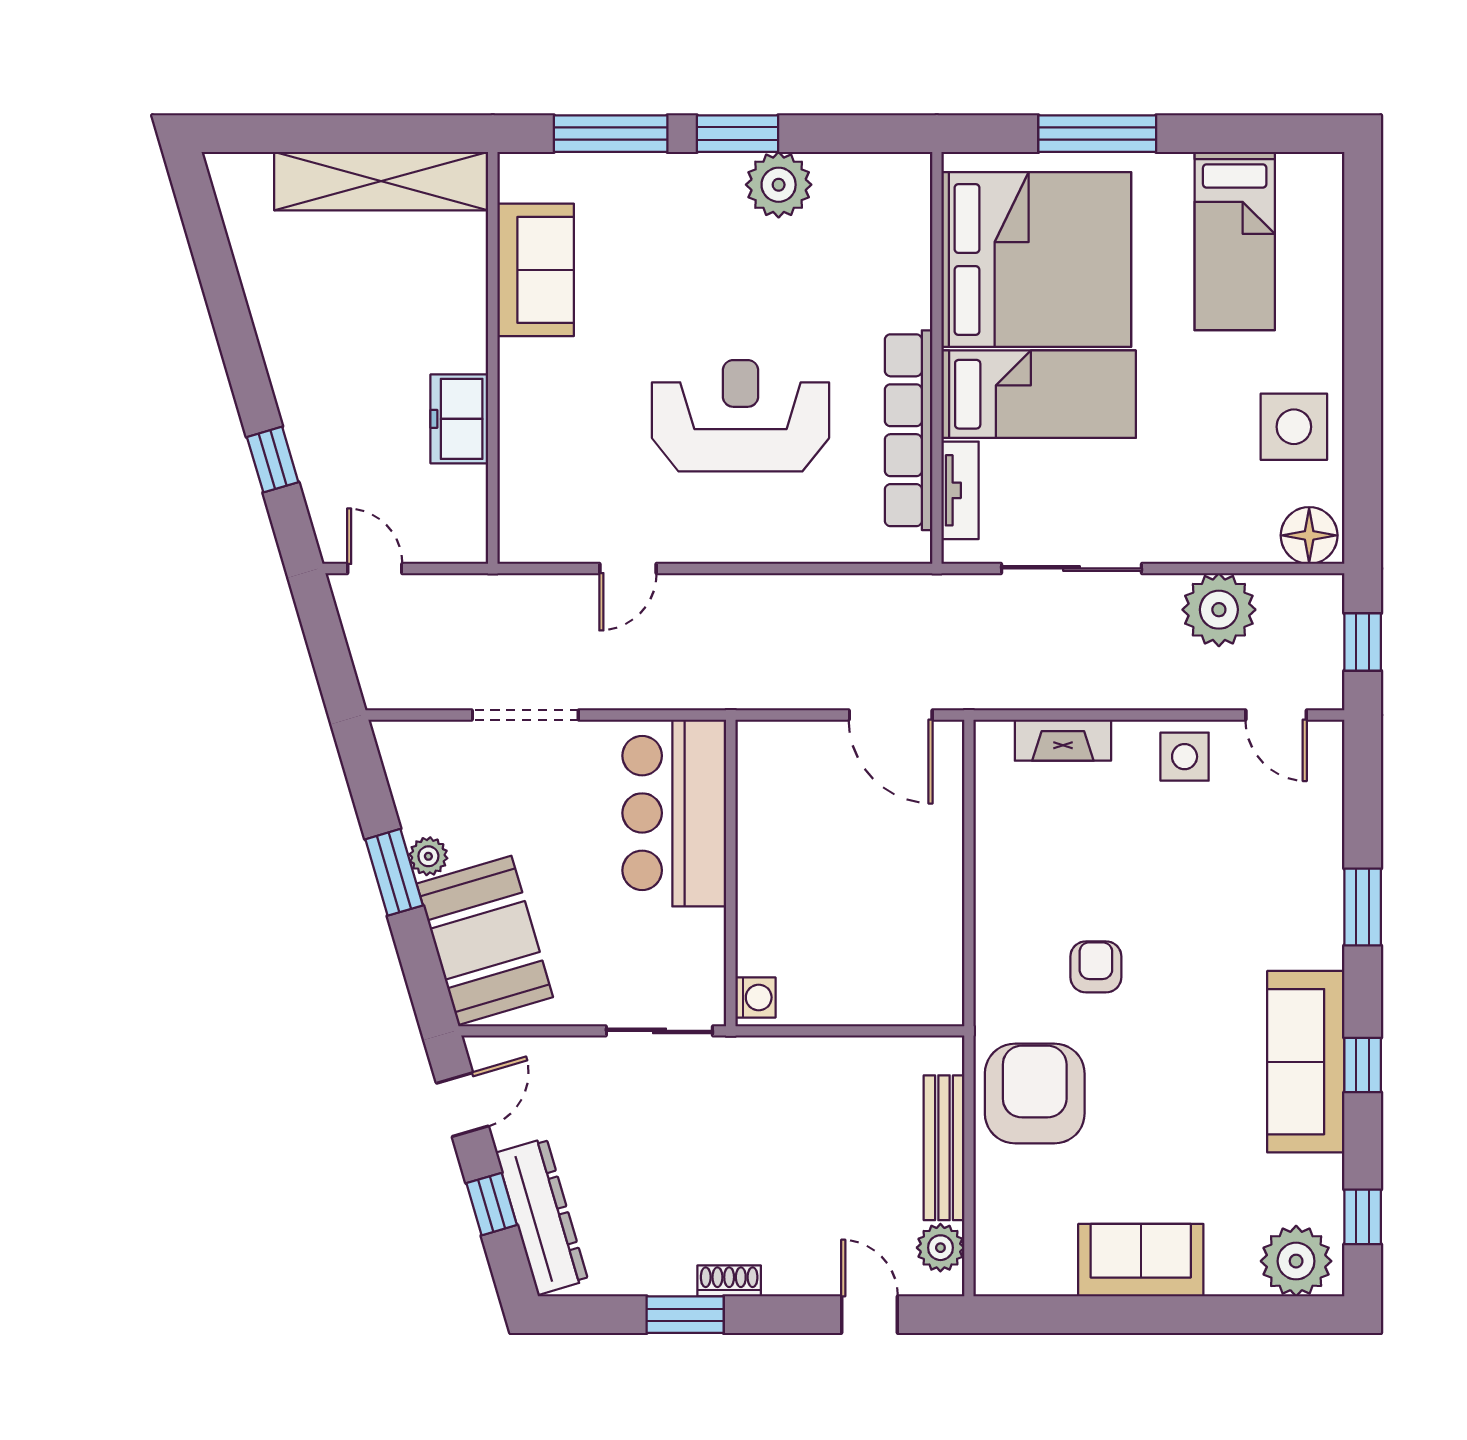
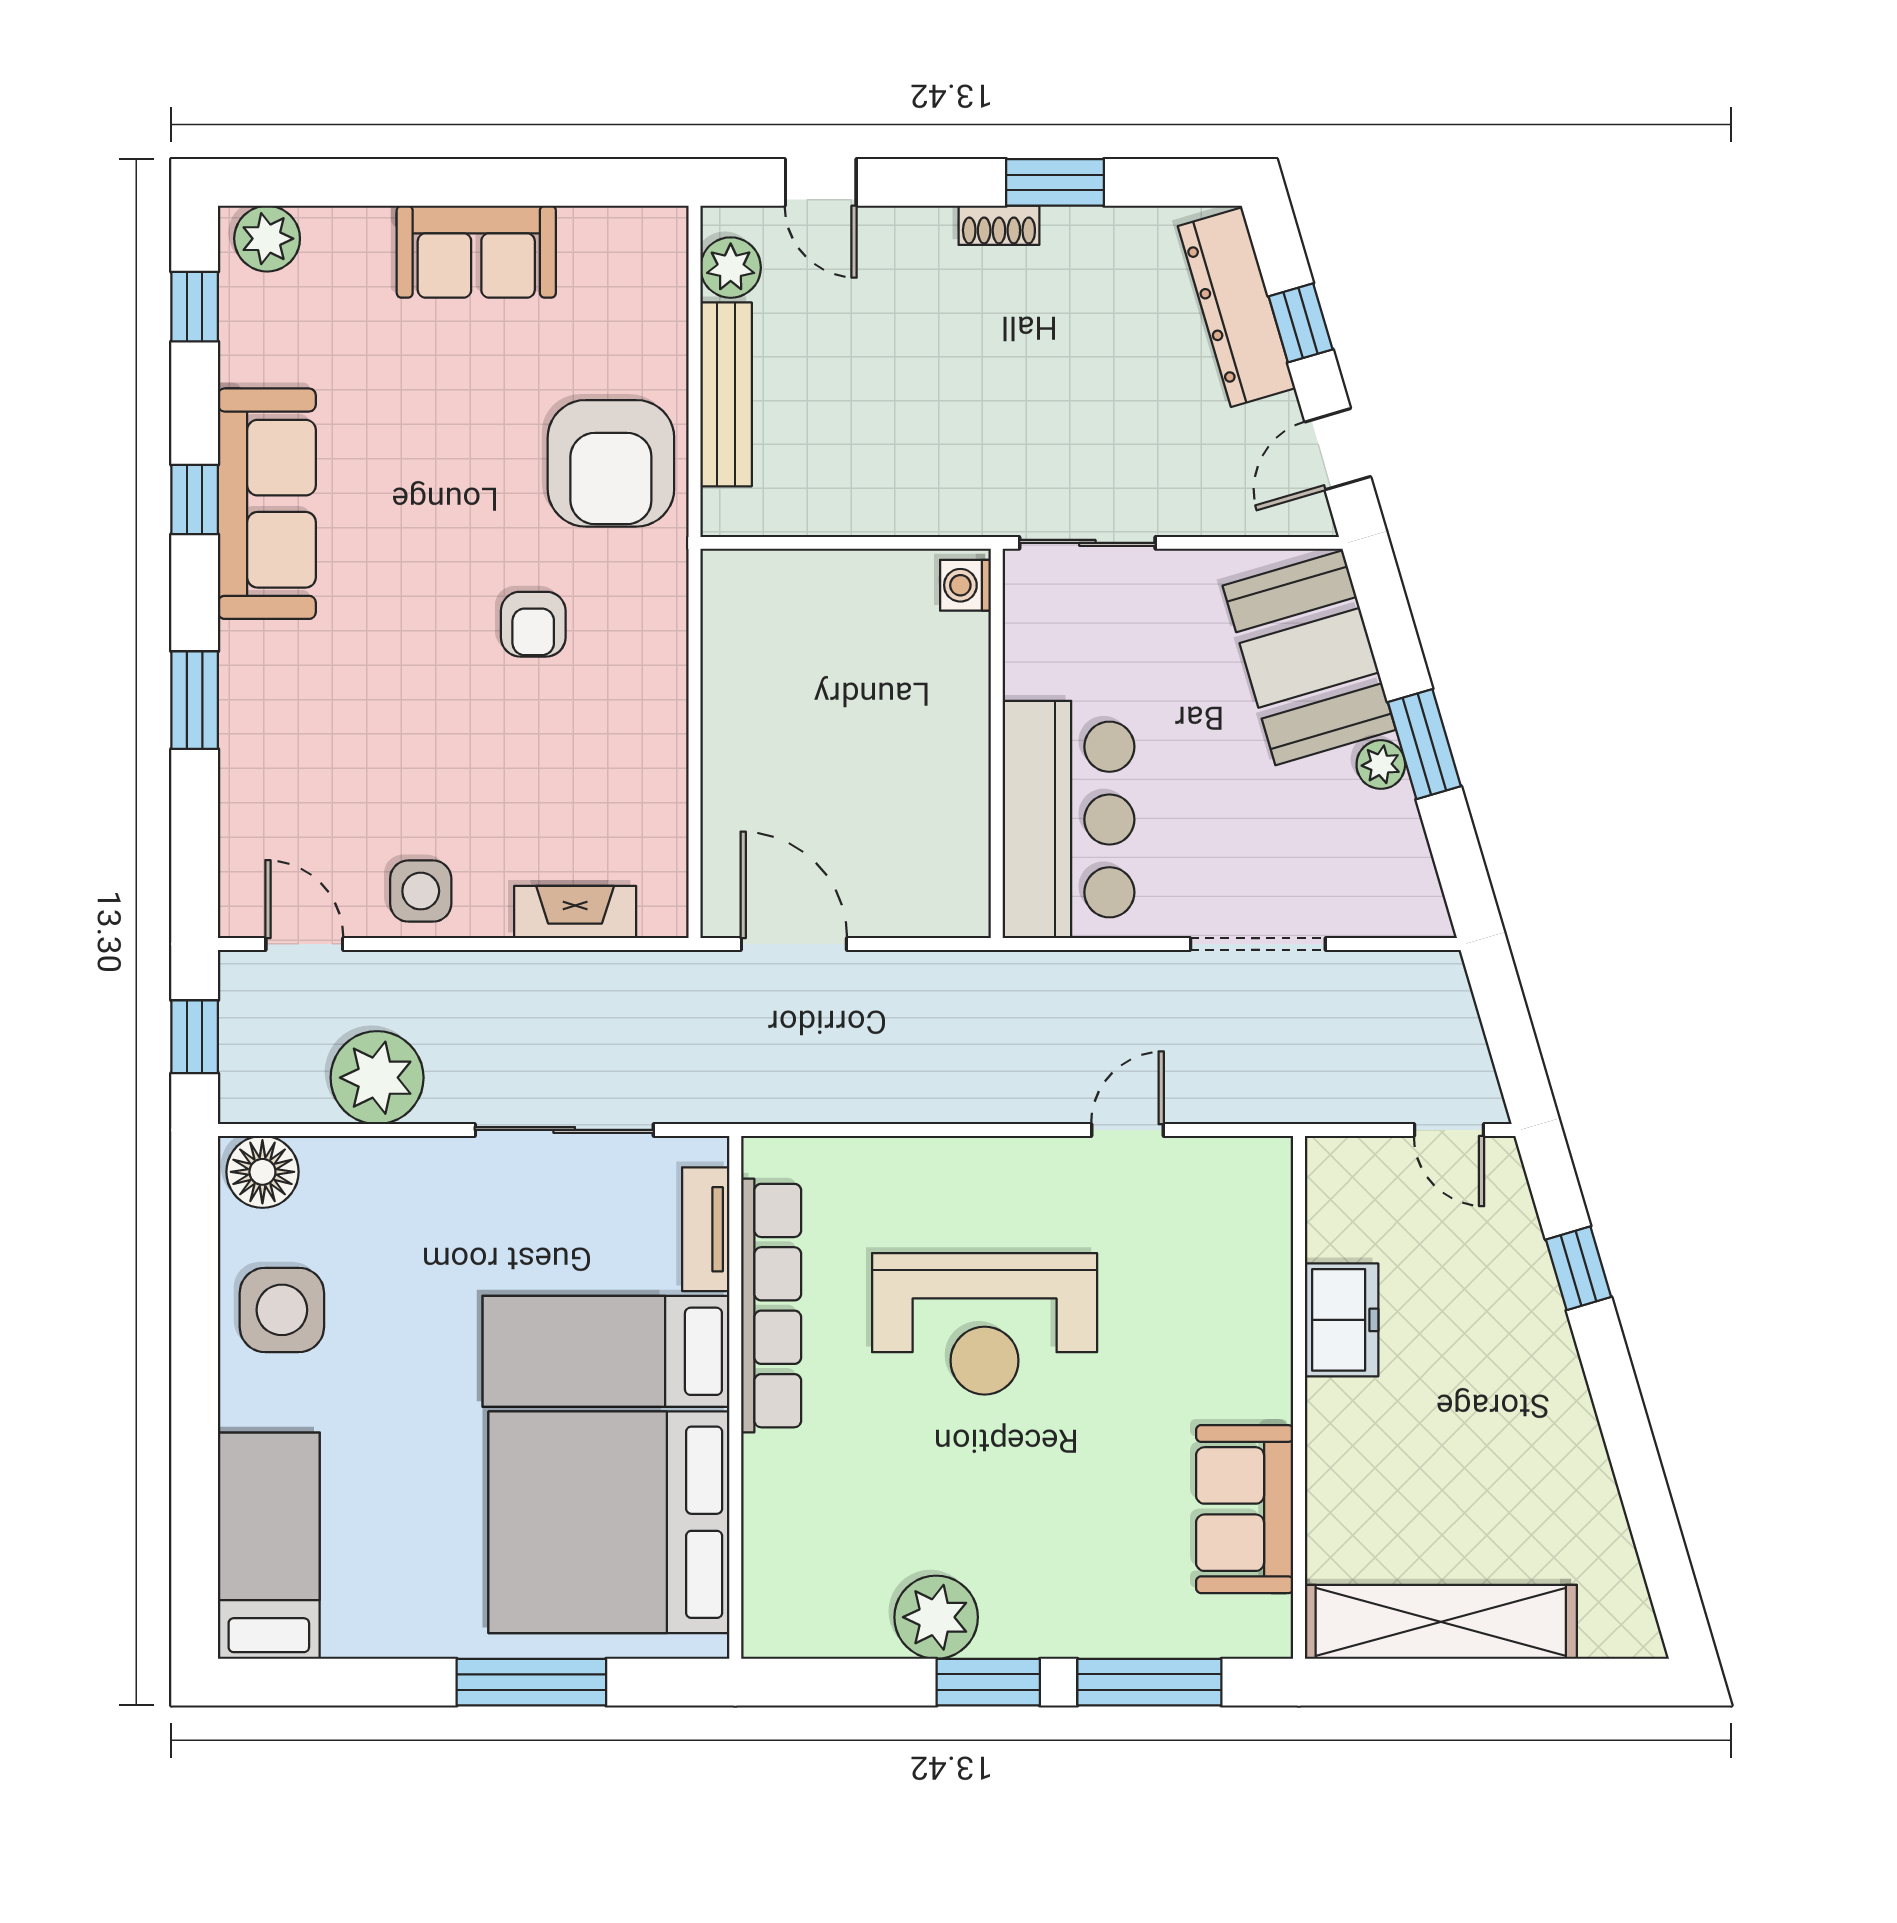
bed: (1235, 241) -> (269, 1546), moved
plant: (1296, 1261) -> (267, 239), width x0.73, depth x0.73

